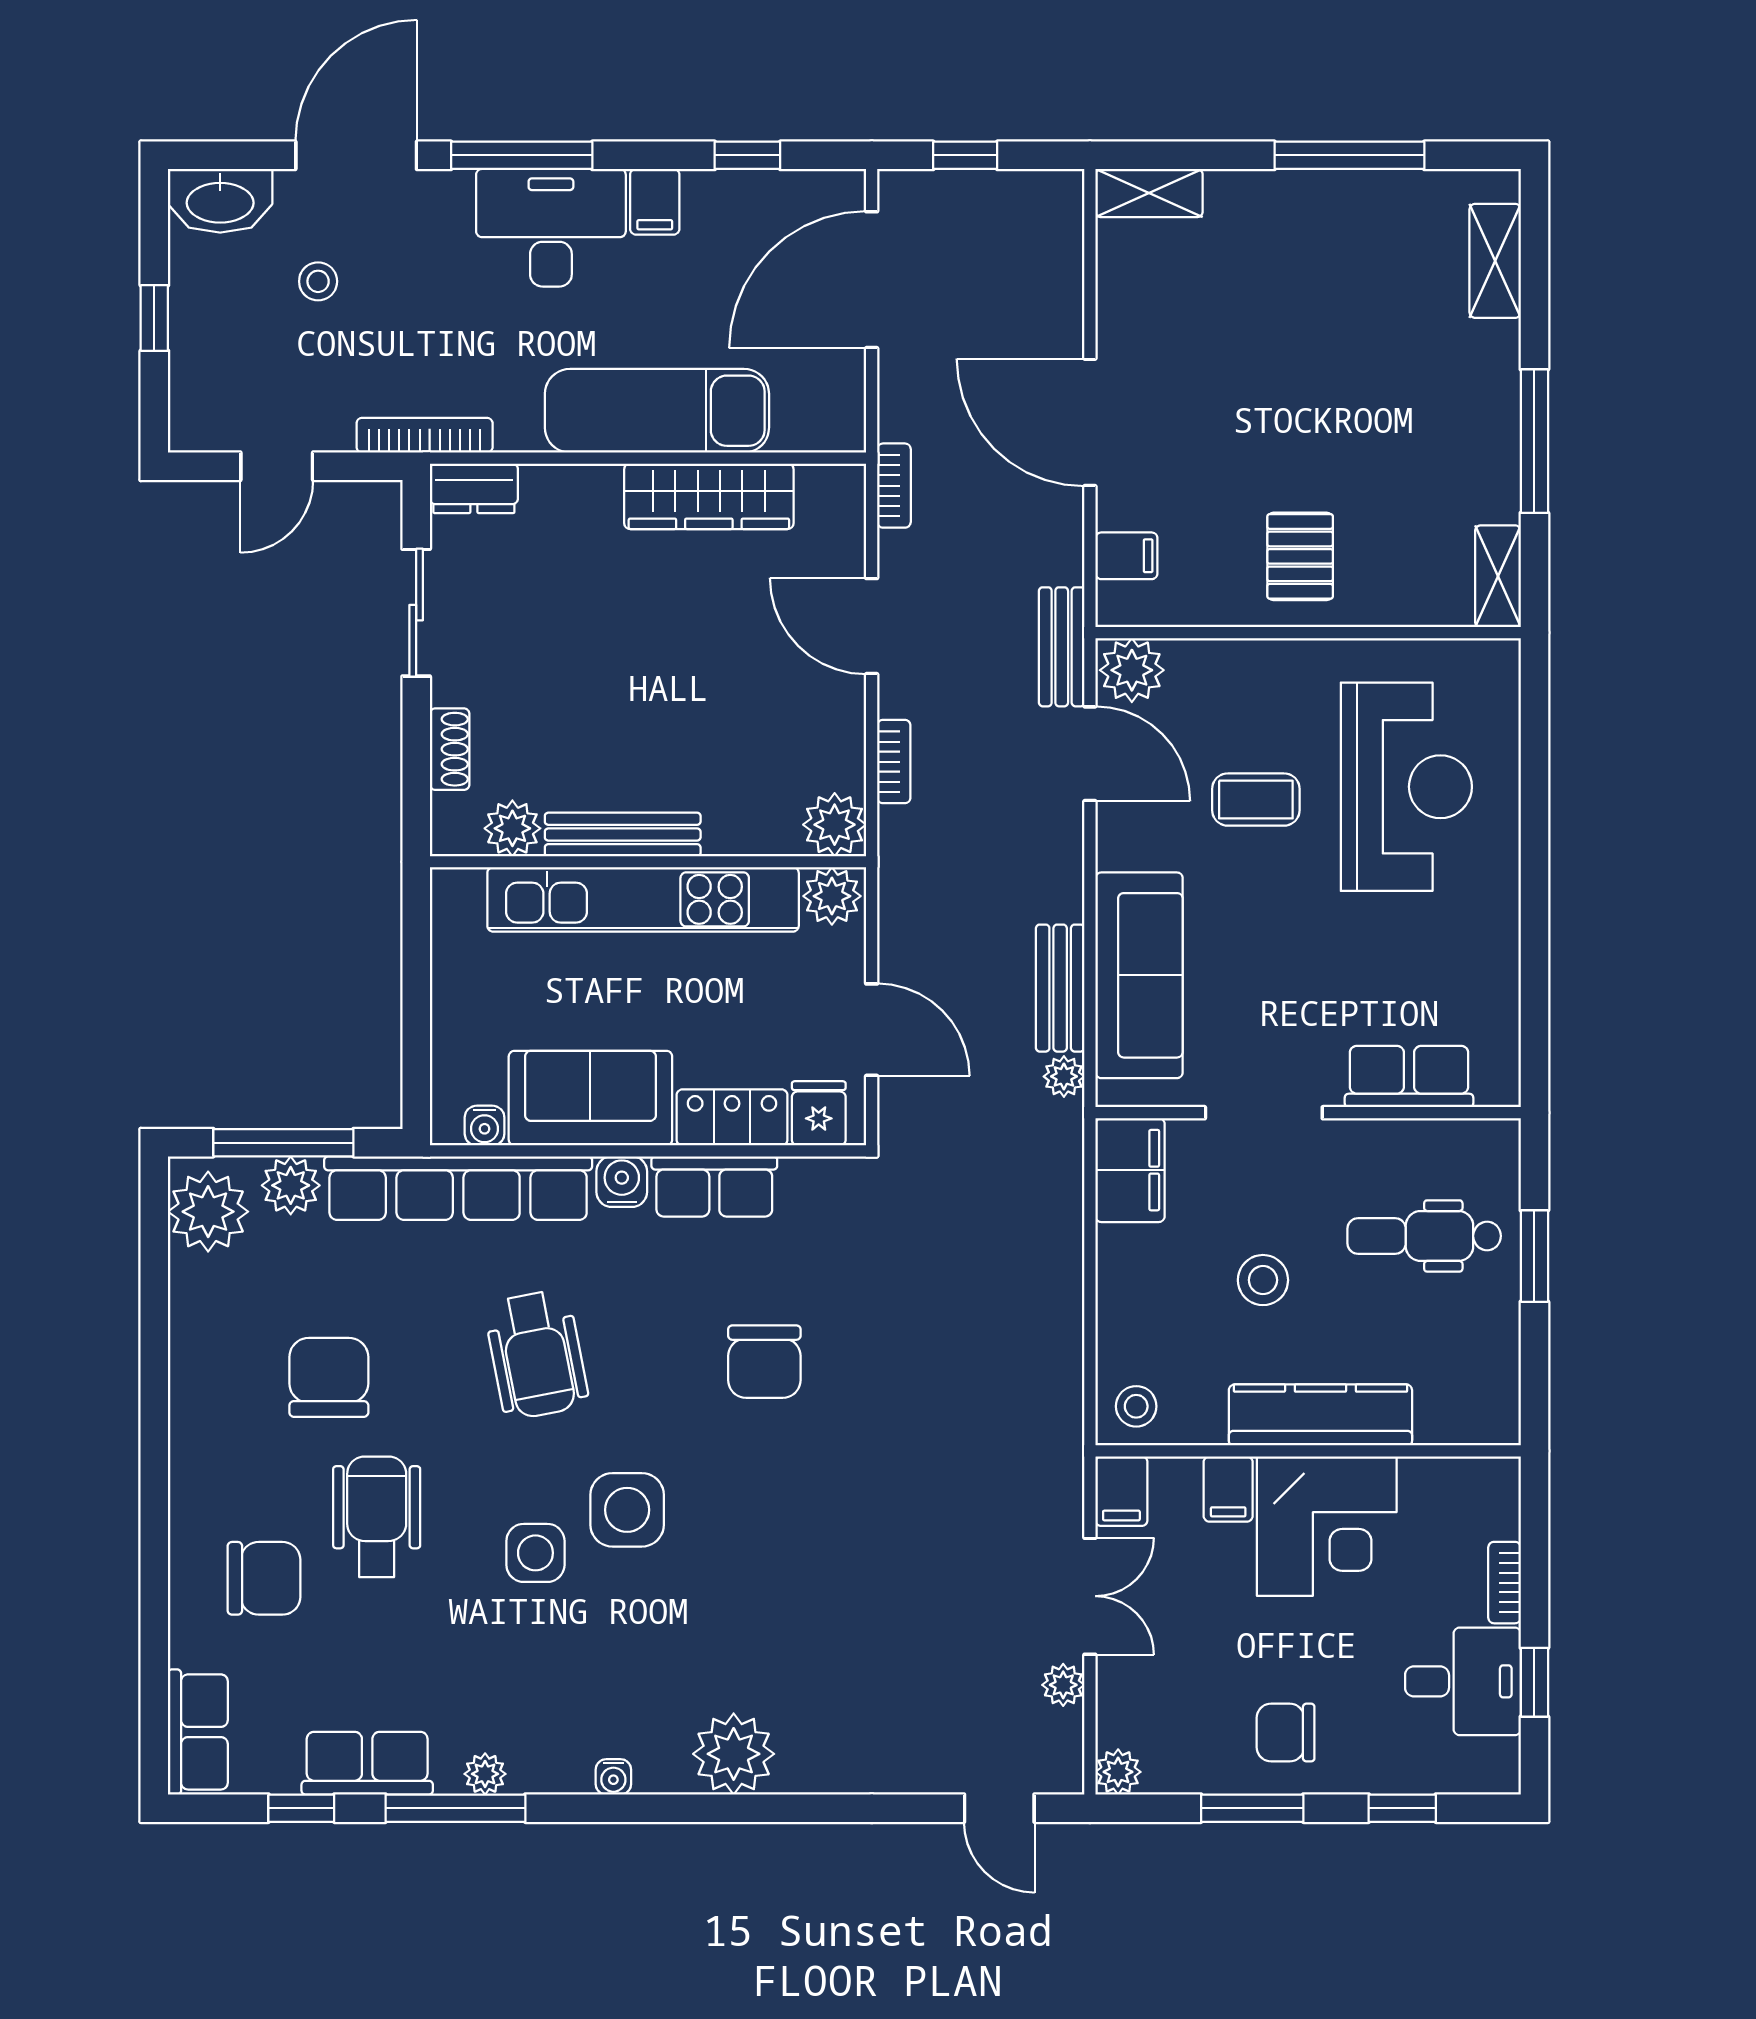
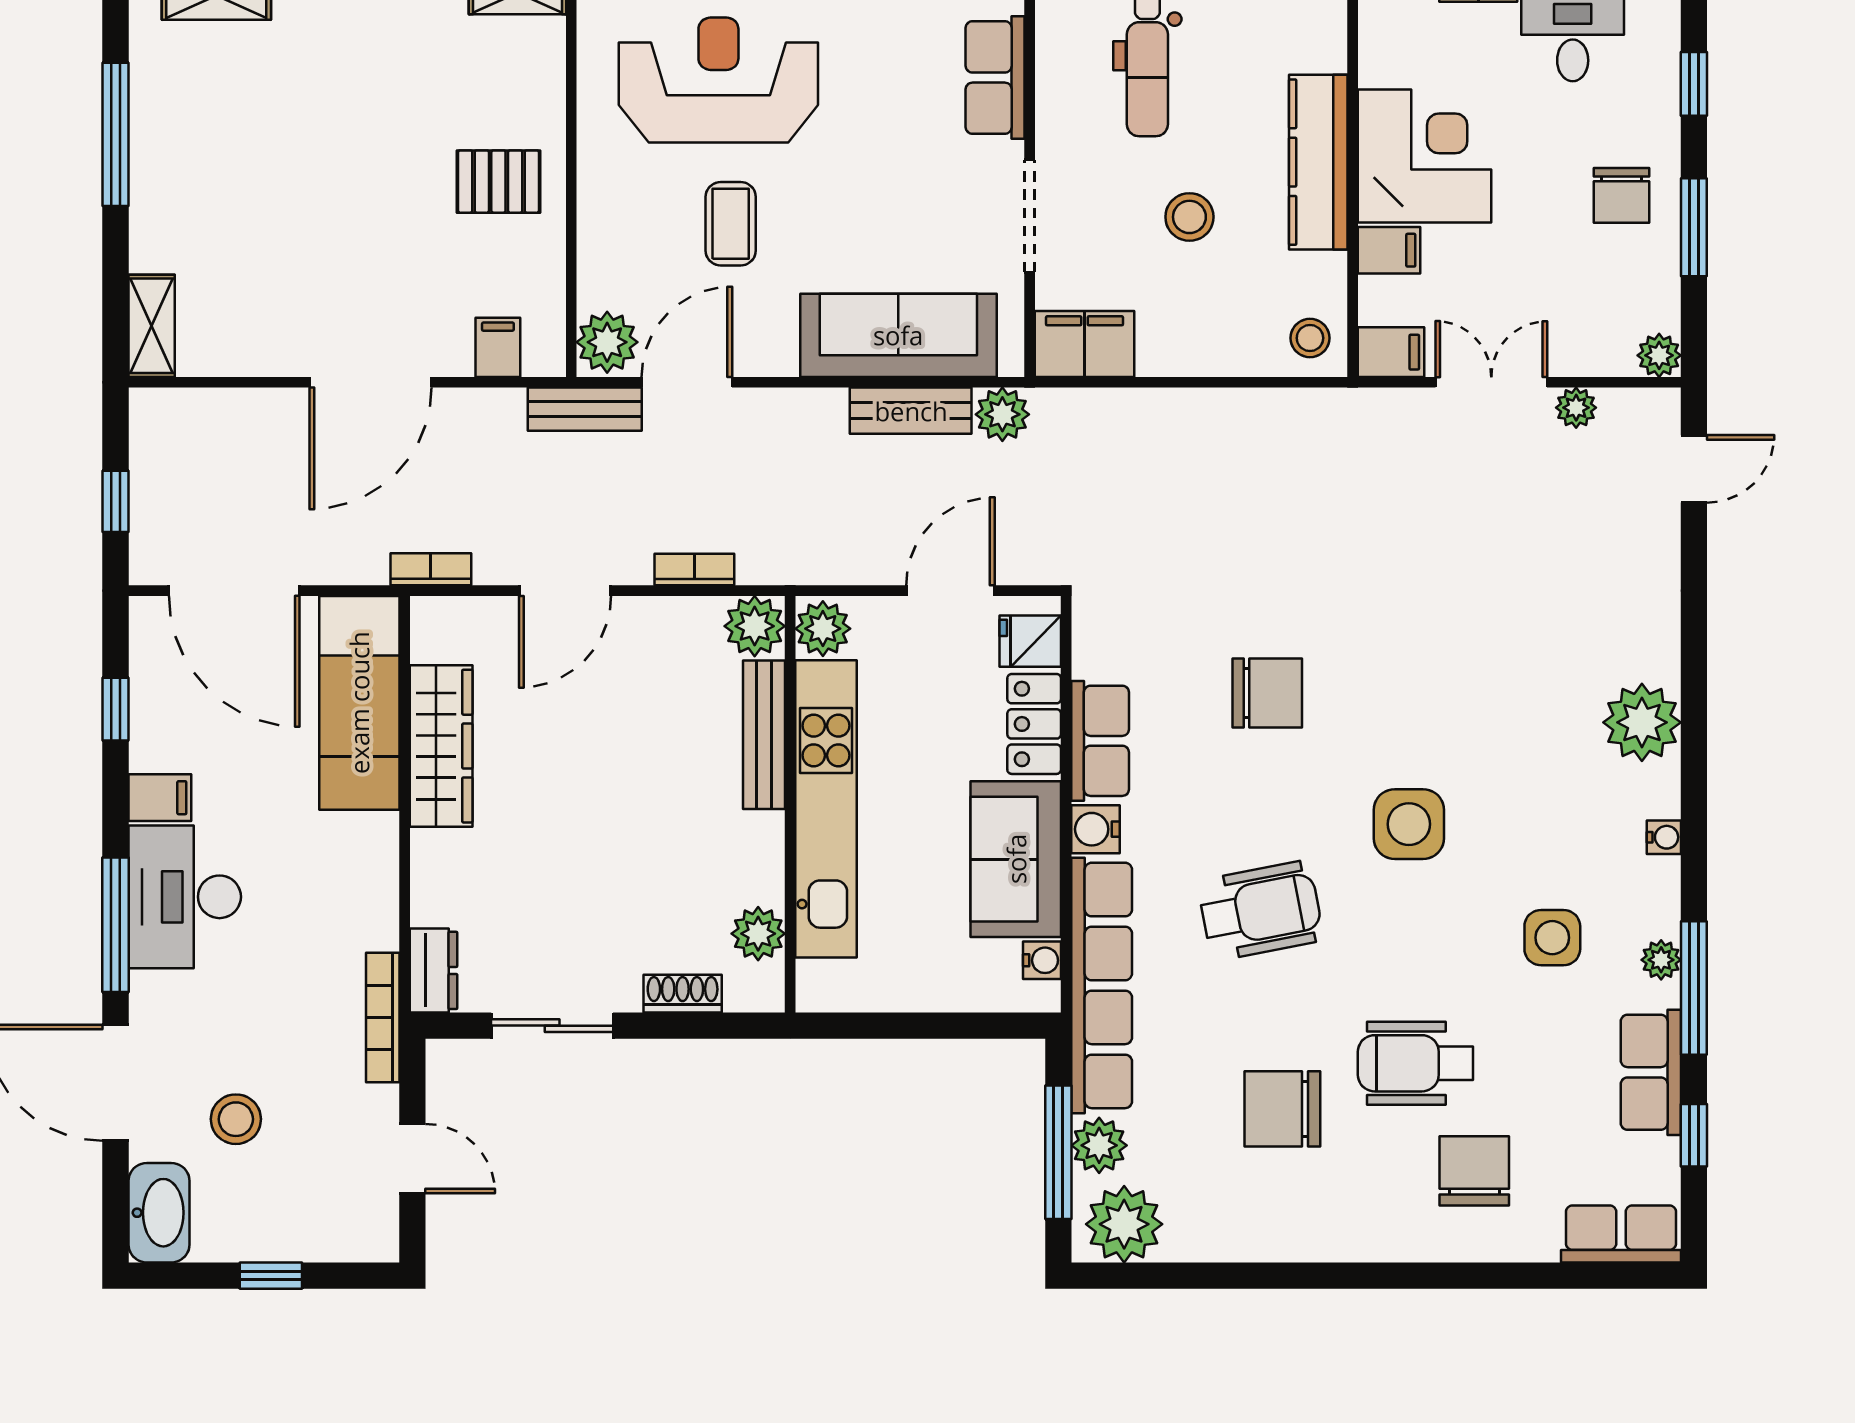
stool: (318, 281) -> (236, 1119), width x1.37, depth x1.37
exam couch: (657, 411) -> (359, 703), moved
bench: (623, 834) -> (764, 735), moved
plant: (1064, 1076) -> (1002, 414), width x1.38, depth x1.38
side table: (535, 1553) -> (1552, 938), moved

